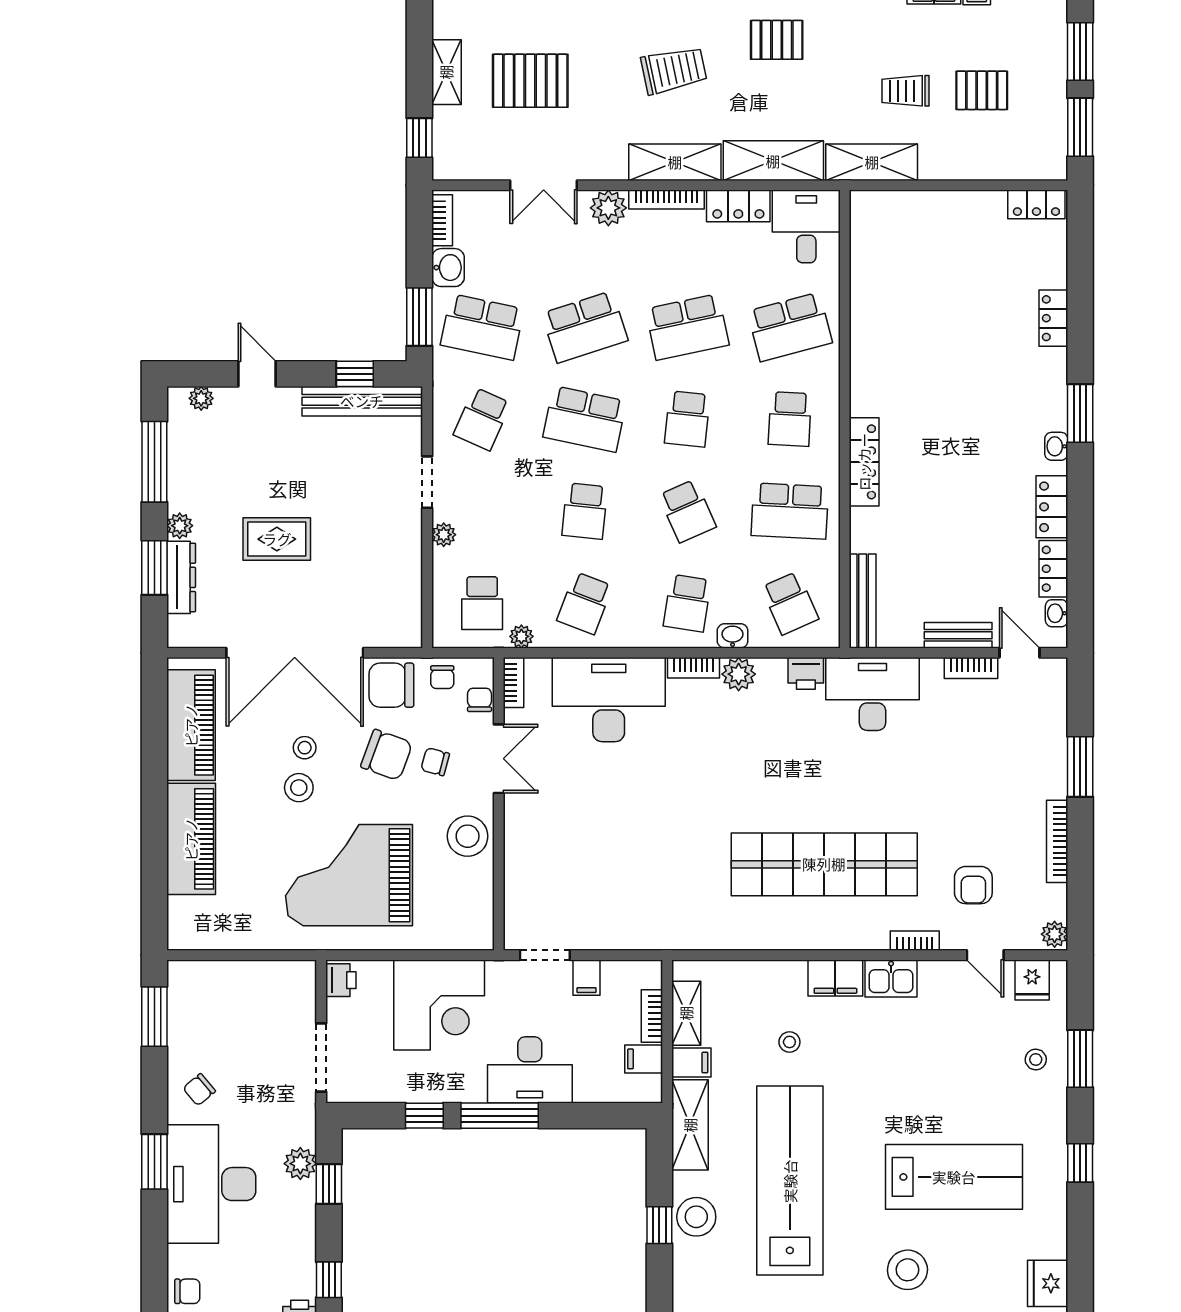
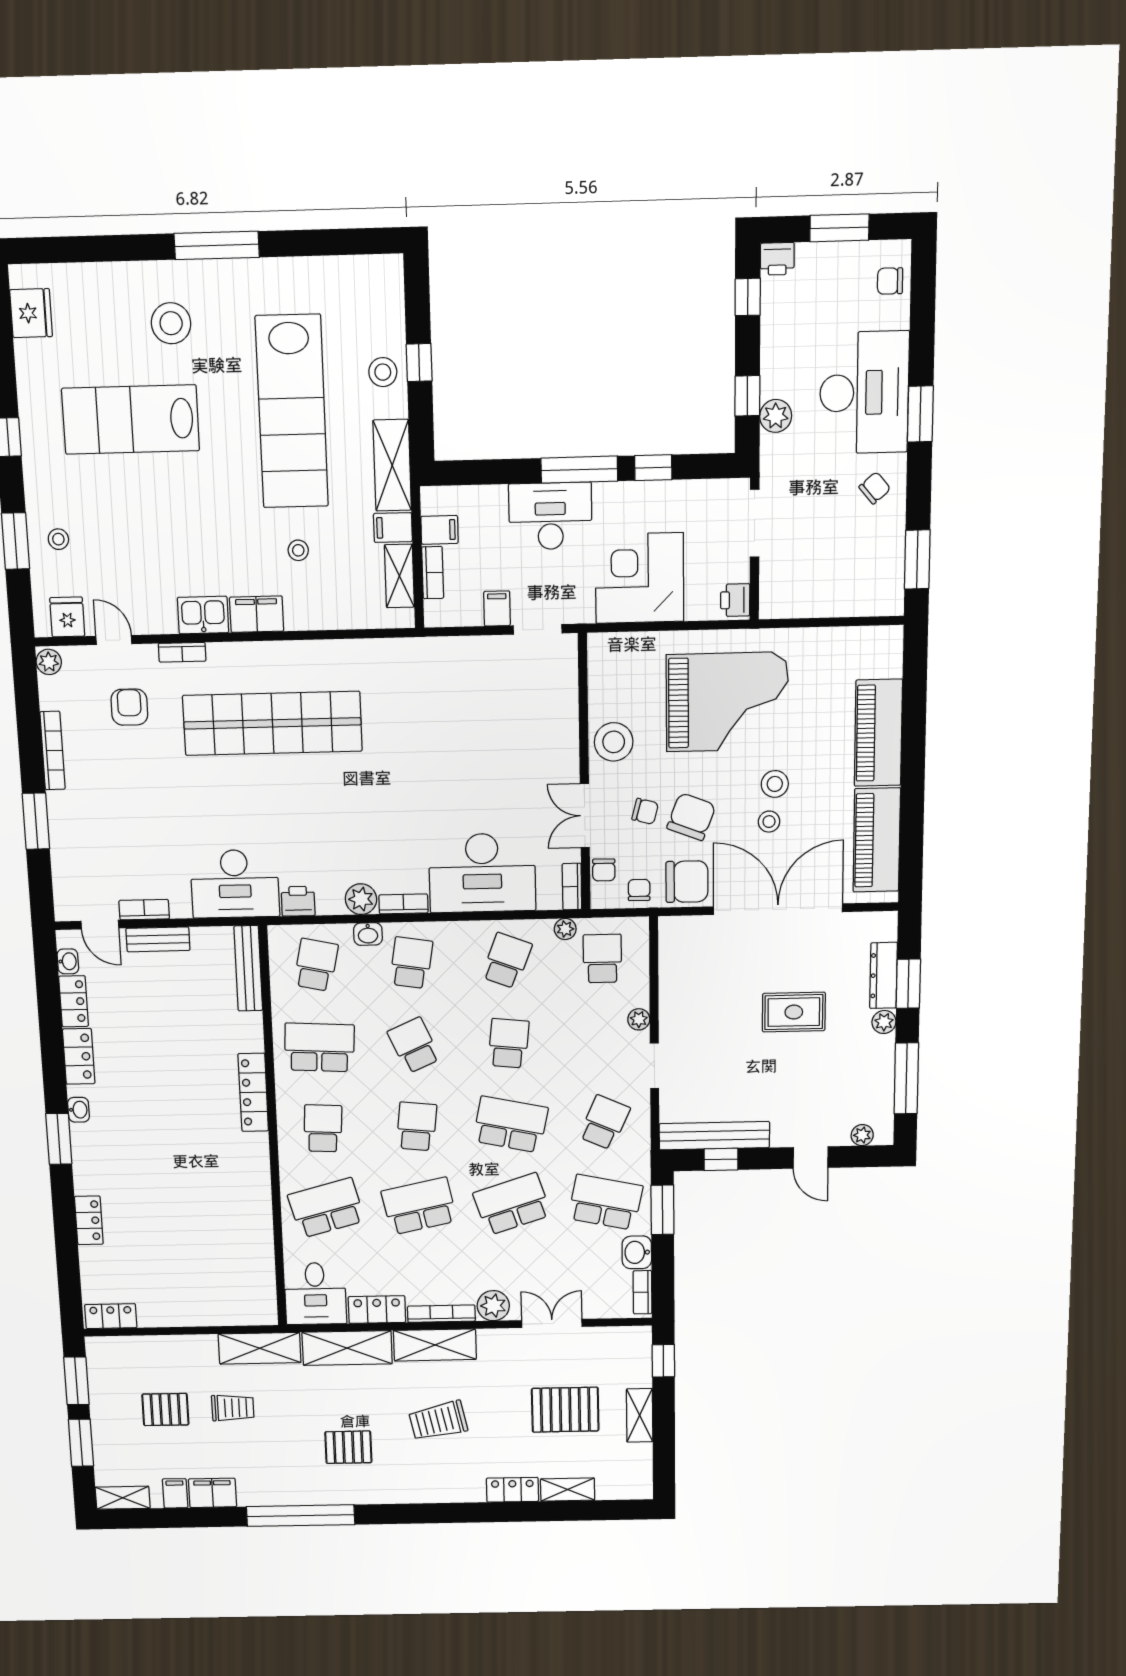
school desk: (790, 603) -> (316, 965), turned 36
chair: (387, 755) -> (691, 817), turned 91
stool: (696, 1217) -> (383, 372), width x0.73, depth x0.73

